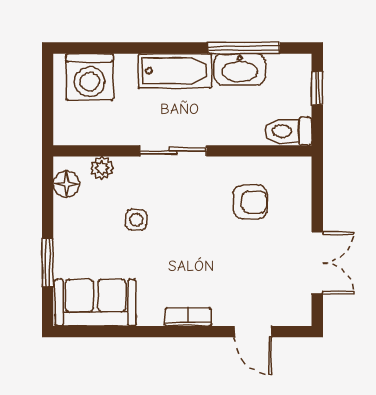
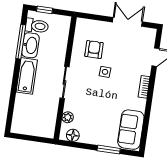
washing machine: (90, 77) -> (24, 117), removed
toilet: (288, 131) -> (37, 26), moved, turned -90
side table: (136, 220) -> (105, 72), moved

